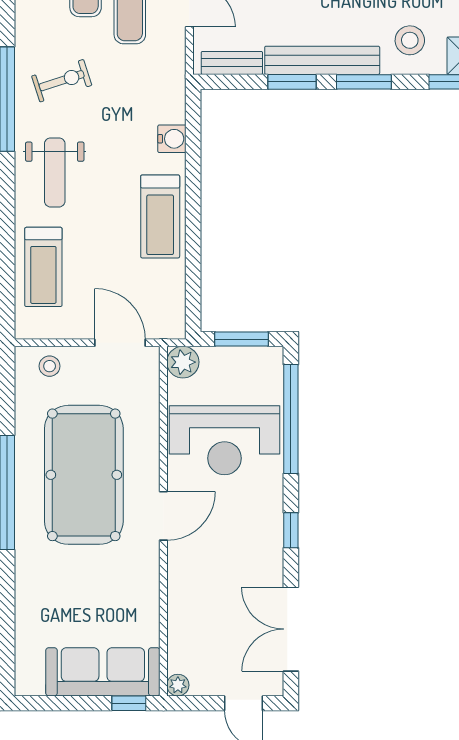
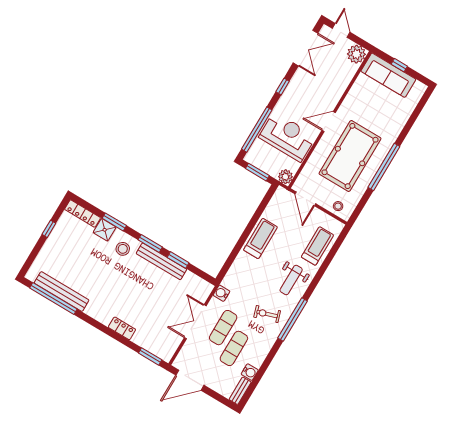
bench: (232, 63) -> (197, 281), removed
water cooler: (172, 139) -> (221, 293), moved
weight bench: (55, 172) -> (291, 280), turned 180
plant: (178, 685) -> (356, 54), width x1.88, depth x1.88
window: (129, 703) -> (399, 65), moved

